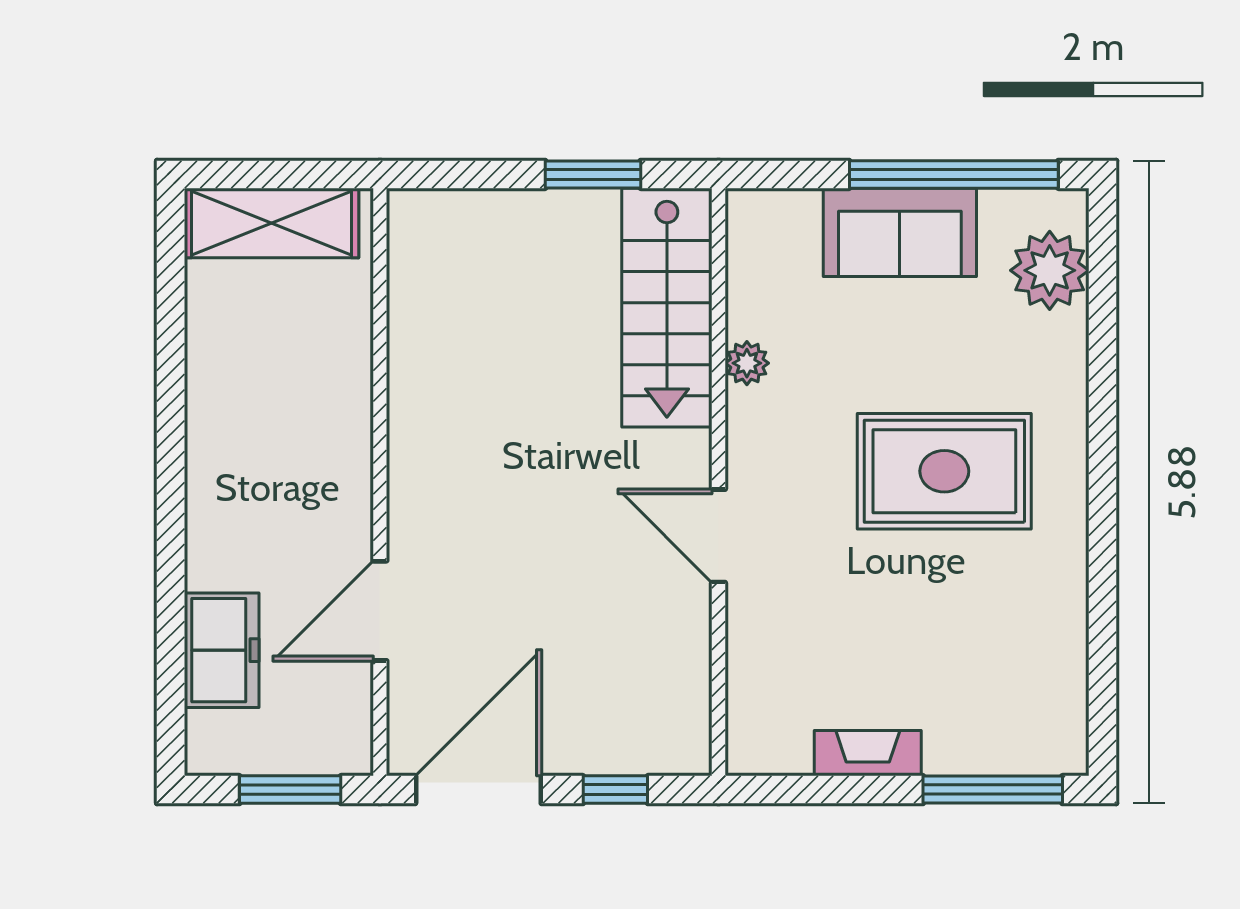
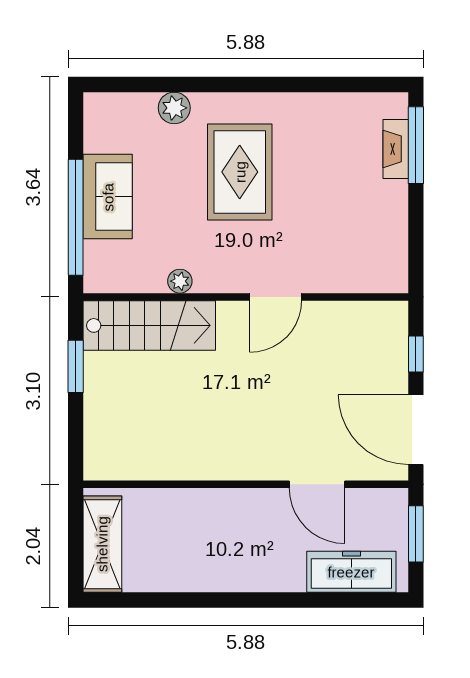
window: (954, 174) -> (76, 217), moved
plant: (1050, 270) -> (174, 108), moved, width x0.73, depth x0.73
freezer: (222, 650) -> (351, 572), width x1.40
fireplace: (868, 753) -> (396, 149), moved

